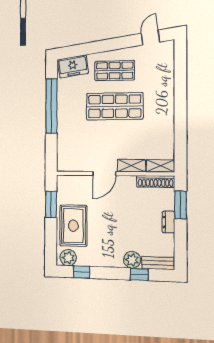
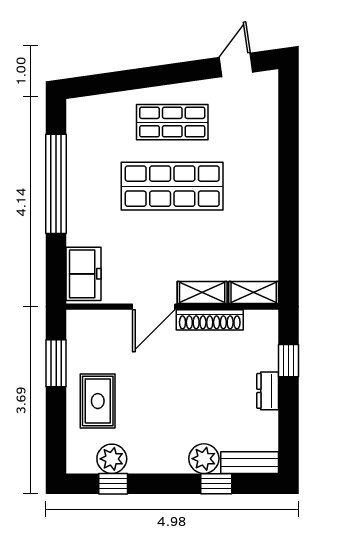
freezer: (73, 66) -> (84, 274), moved, turned -82
shoe rack: (156, 181) -> (210, 320), moved
window: (181, 205) -> (288, 361), width x0.67
rug: (73, 226) -> (98, 401), width x0.73, depth x0.70
plant: (68, 258) -> (112, 459), moved

